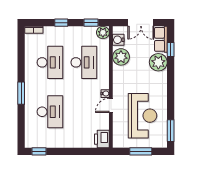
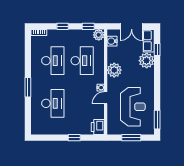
plant: (121, 57) -> (114, 70), moved
window: (39, 151) -> (74, 138), moved

